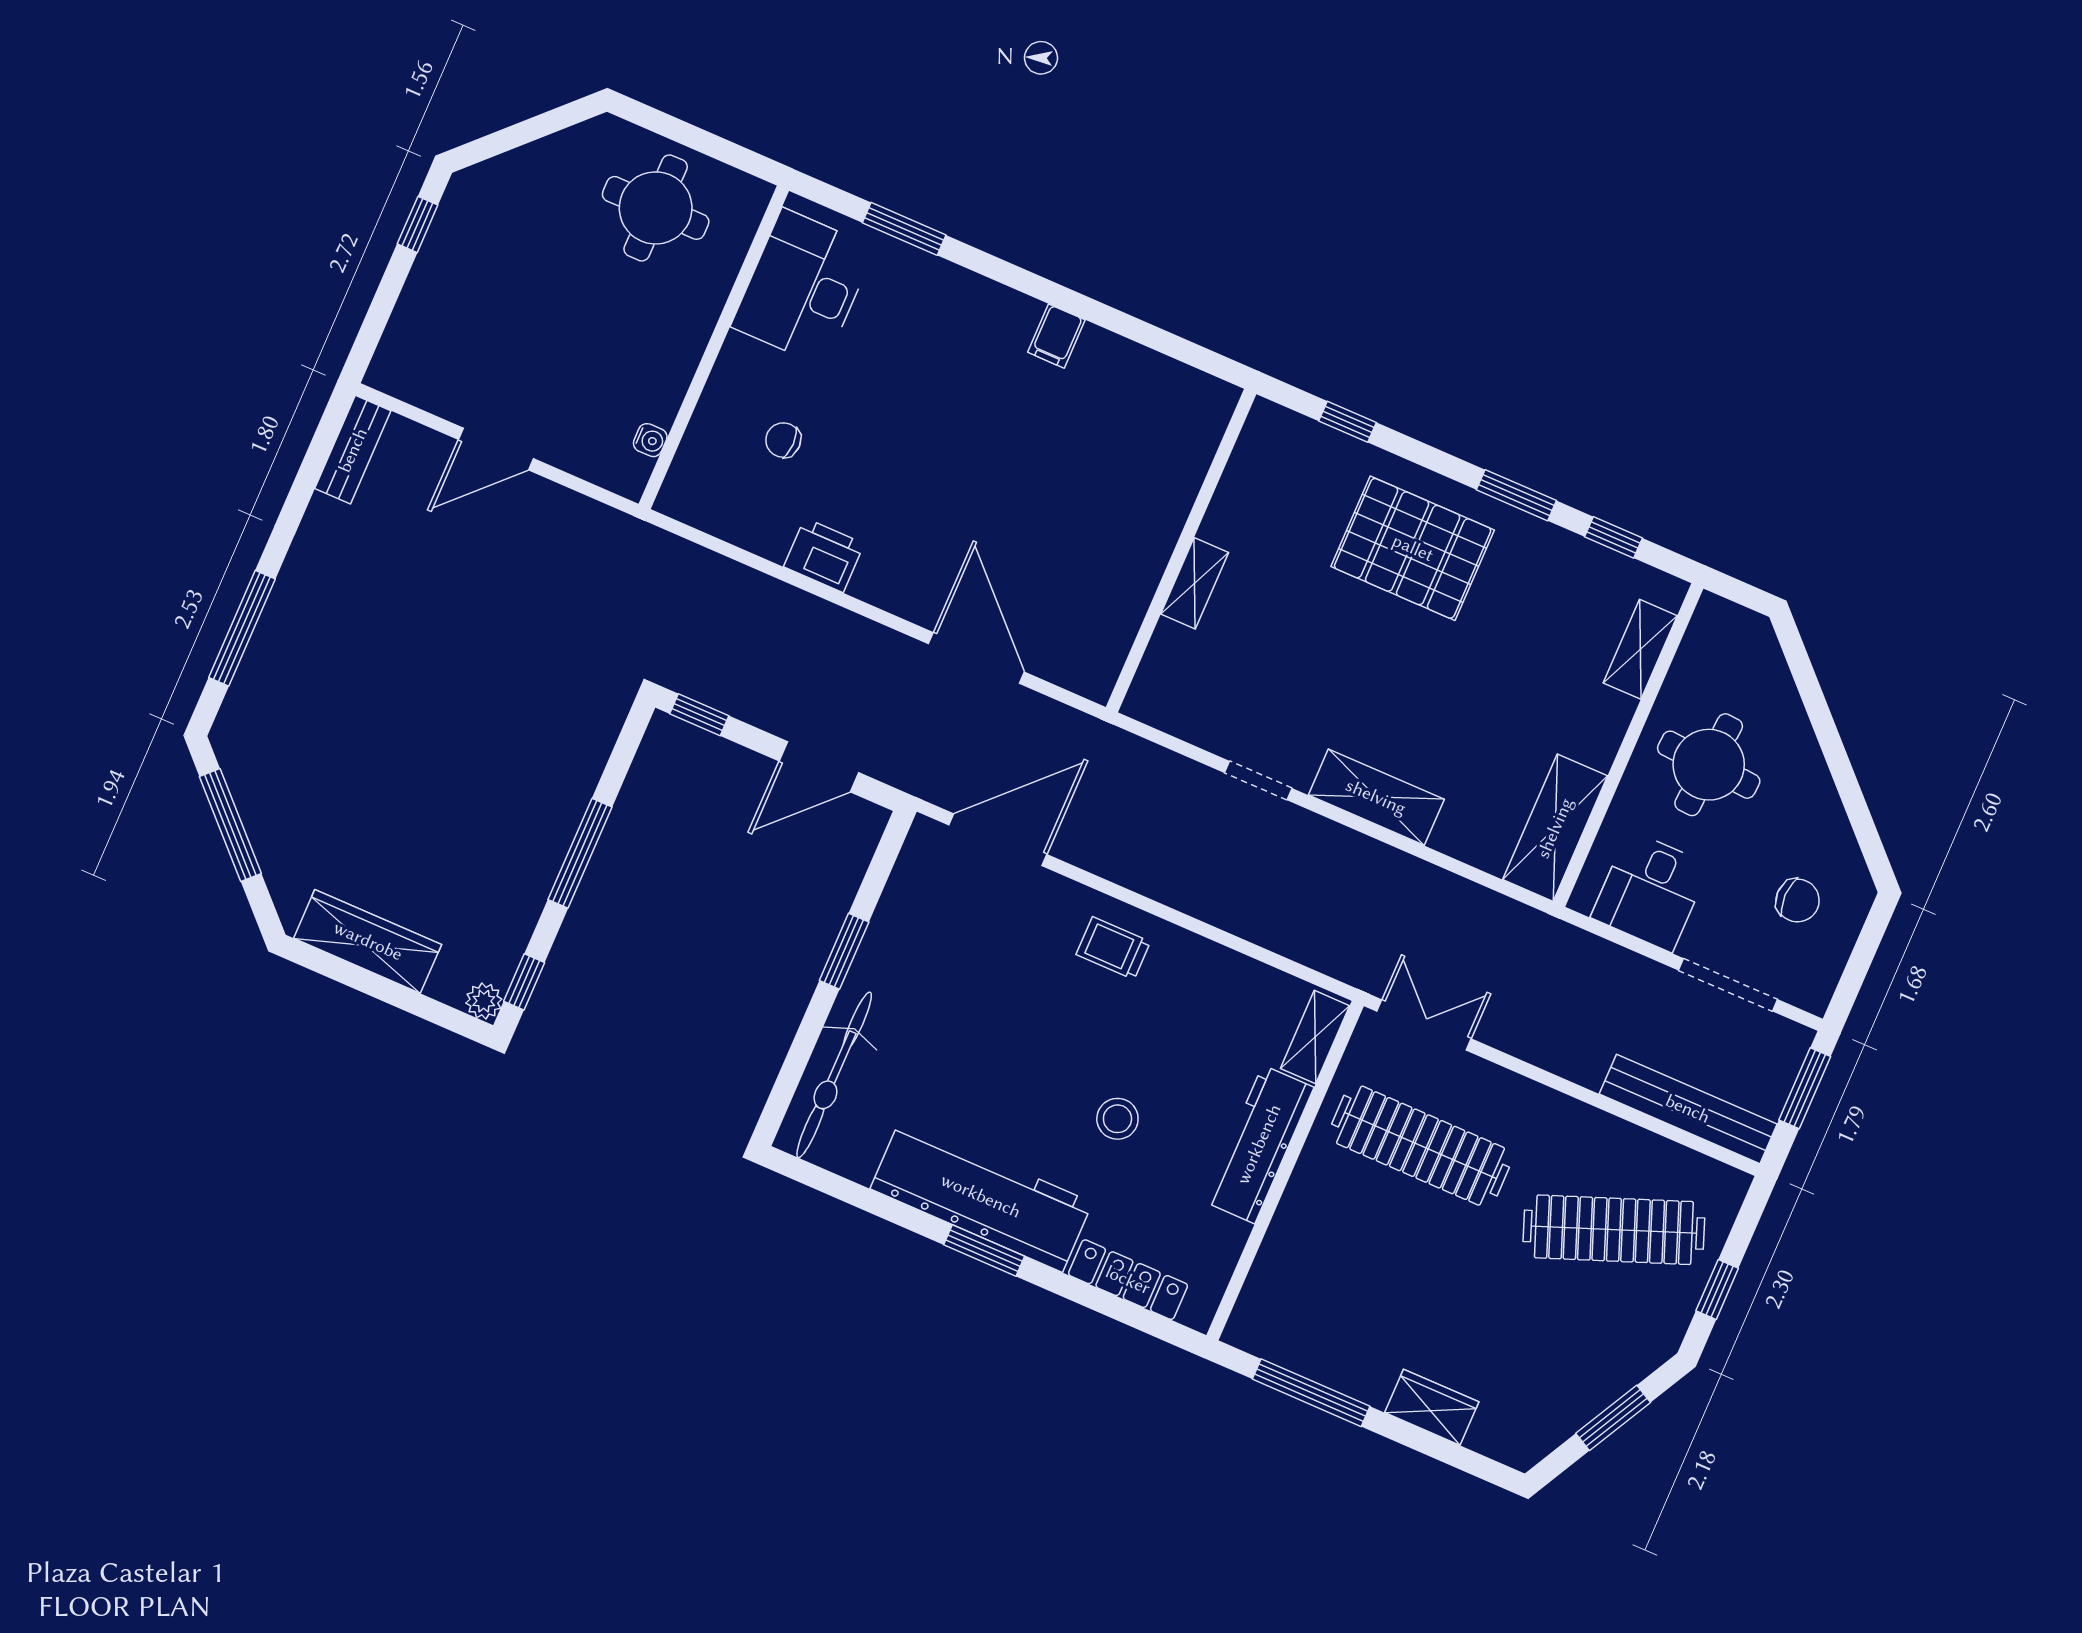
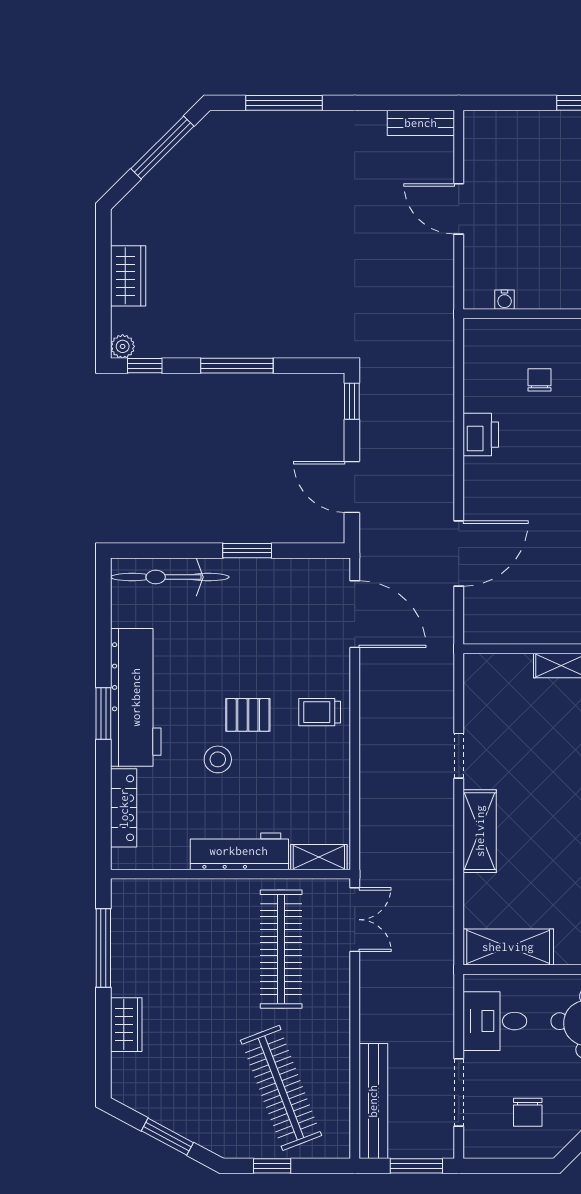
wardrobe: (368, 941) -> (128, 276), width x0.67
trolley: (1113, 948) -> (320, 712), turned -90
pallet: (1074, 1050) -> (248, 715), added

